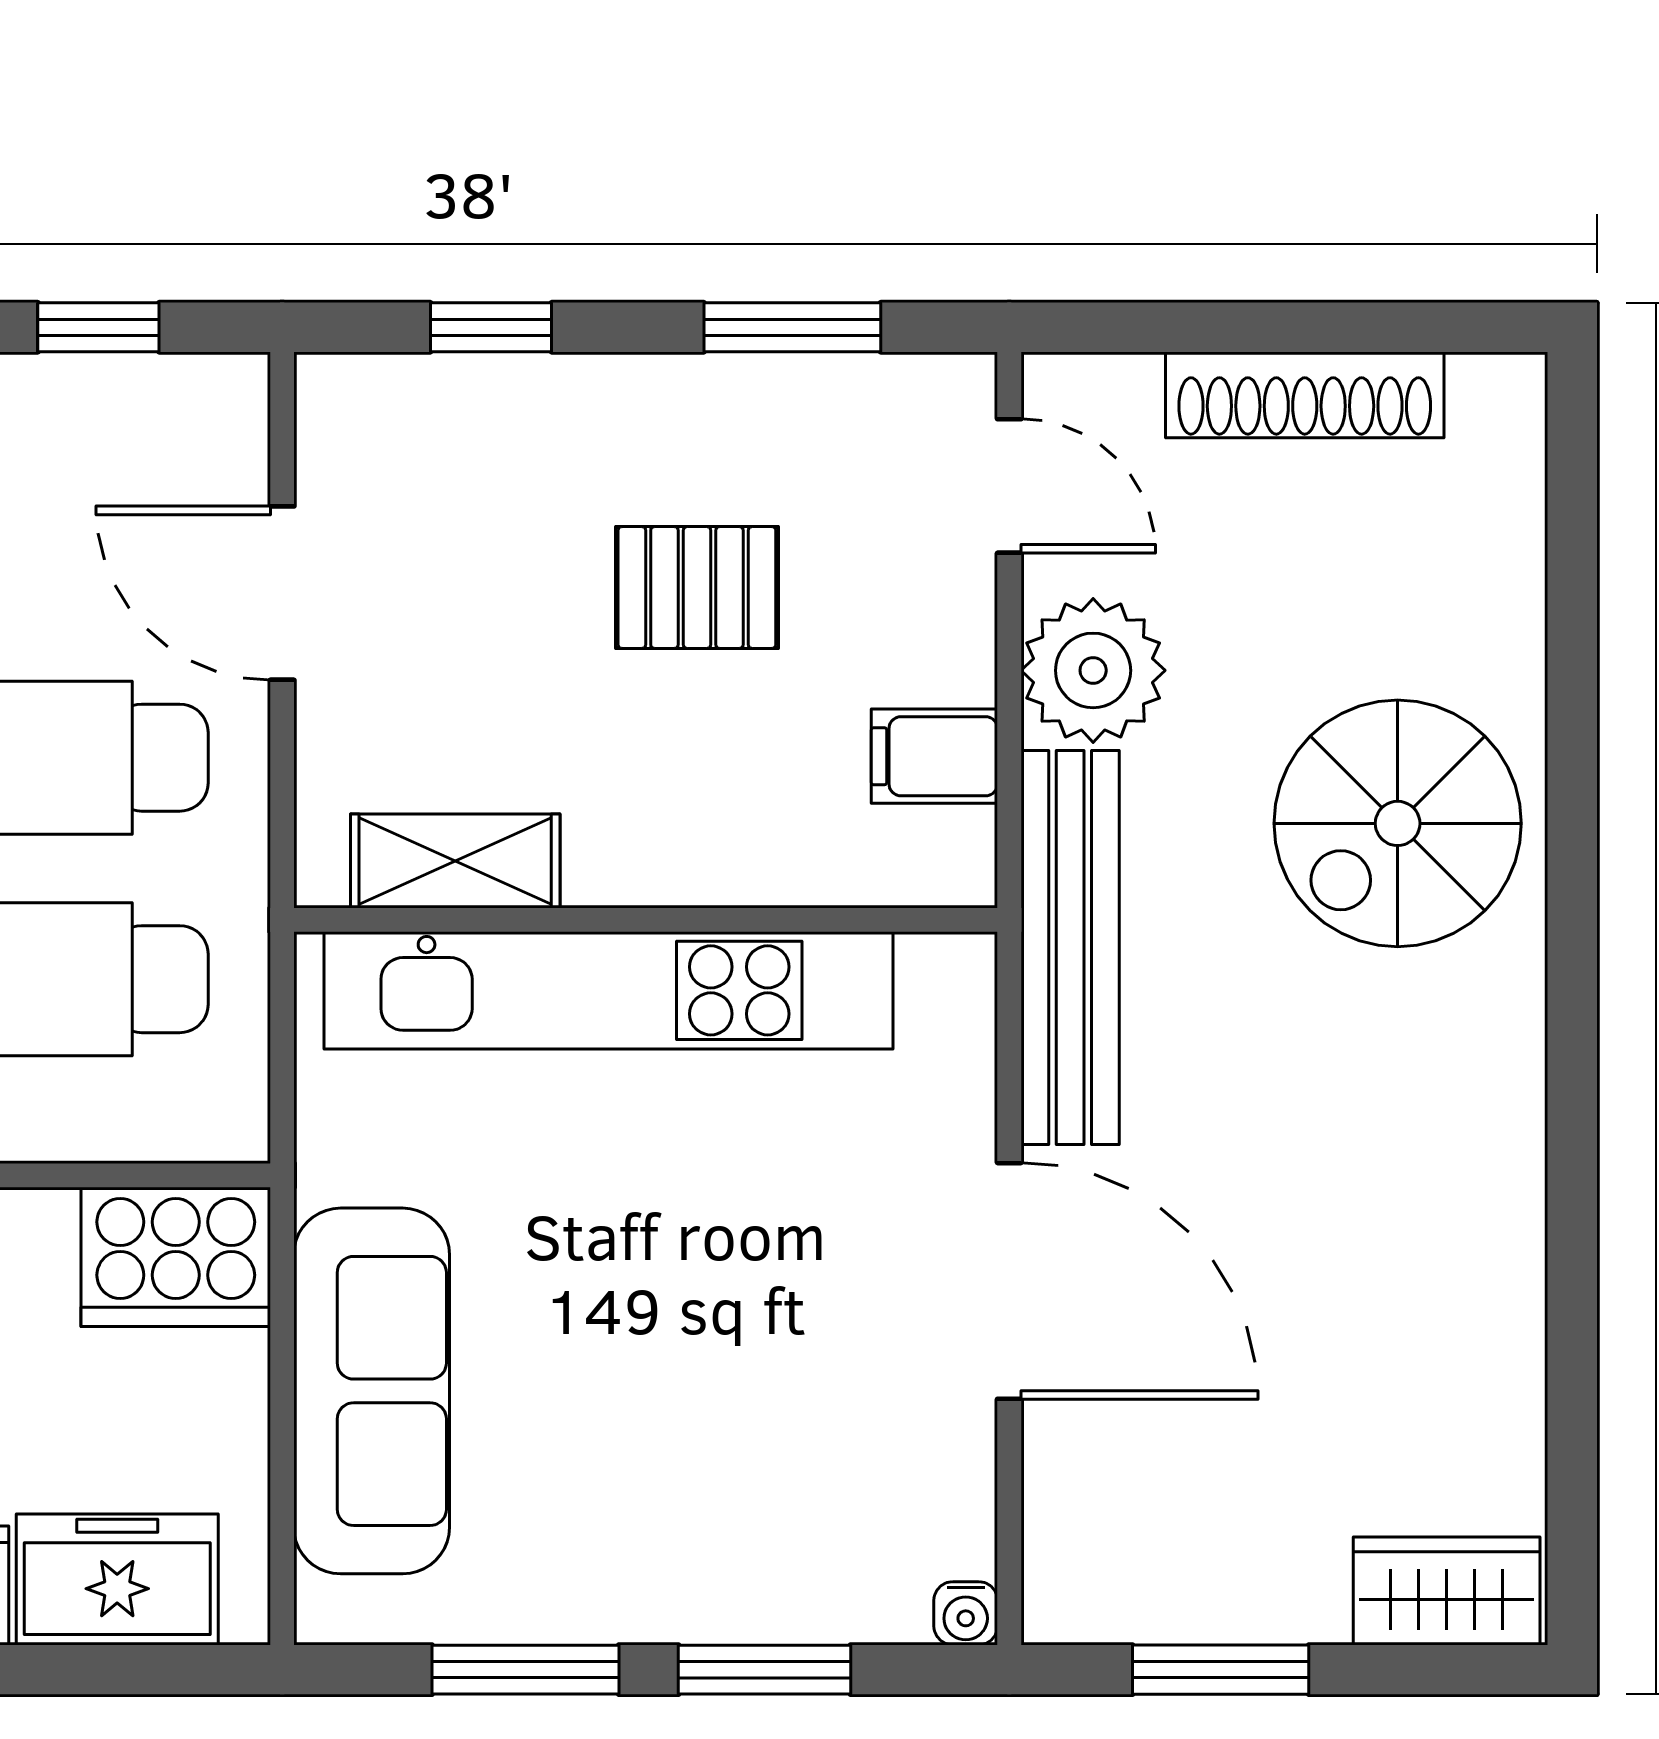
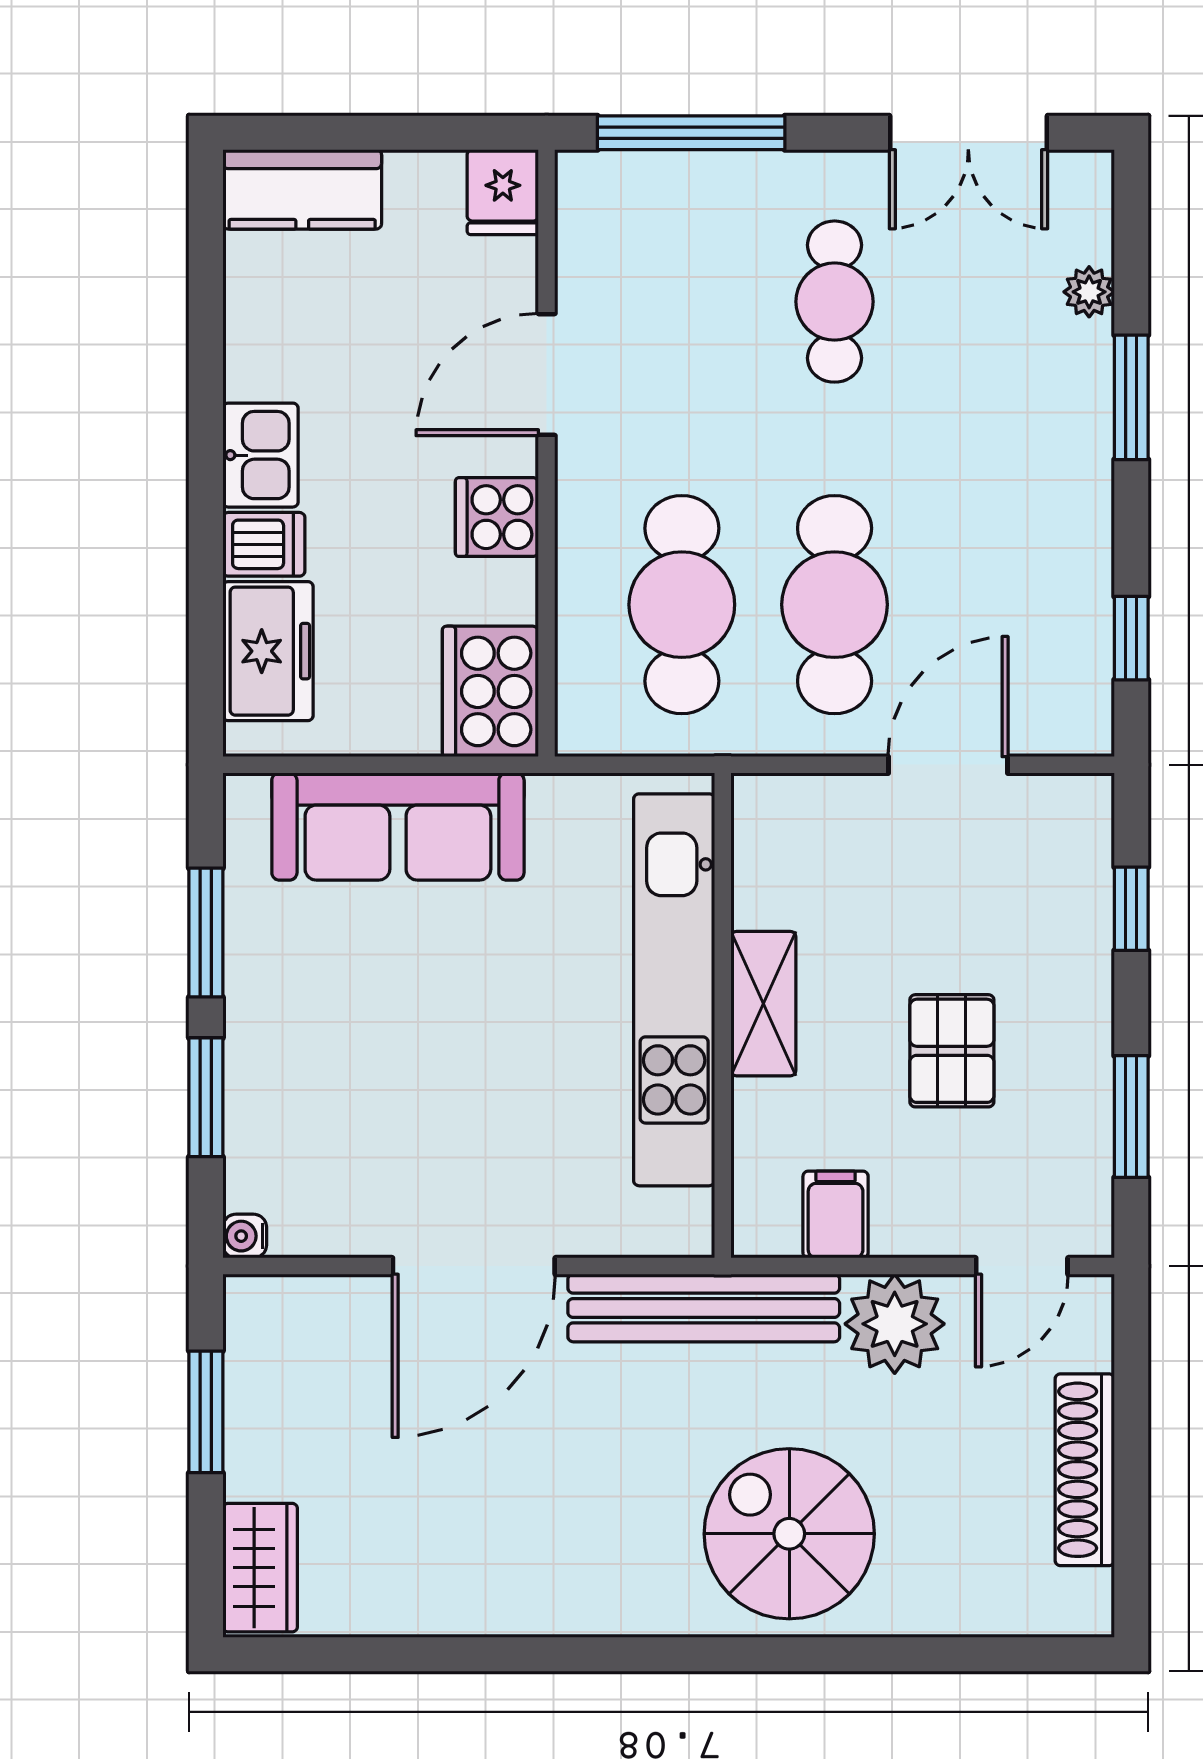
shelving: (455, 861) -> (763, 1004), moved

